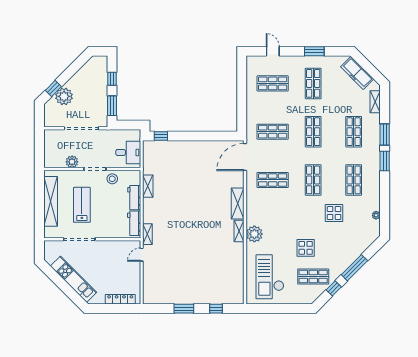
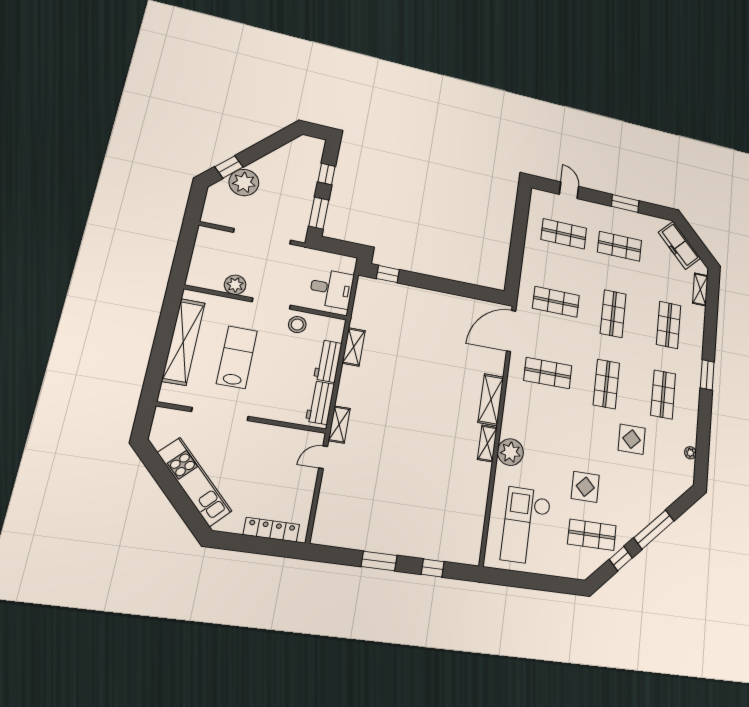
shop shelf: (313, 83) -> (620, 246), turned 90
window: (385, 134) -> (710, 337), removed

